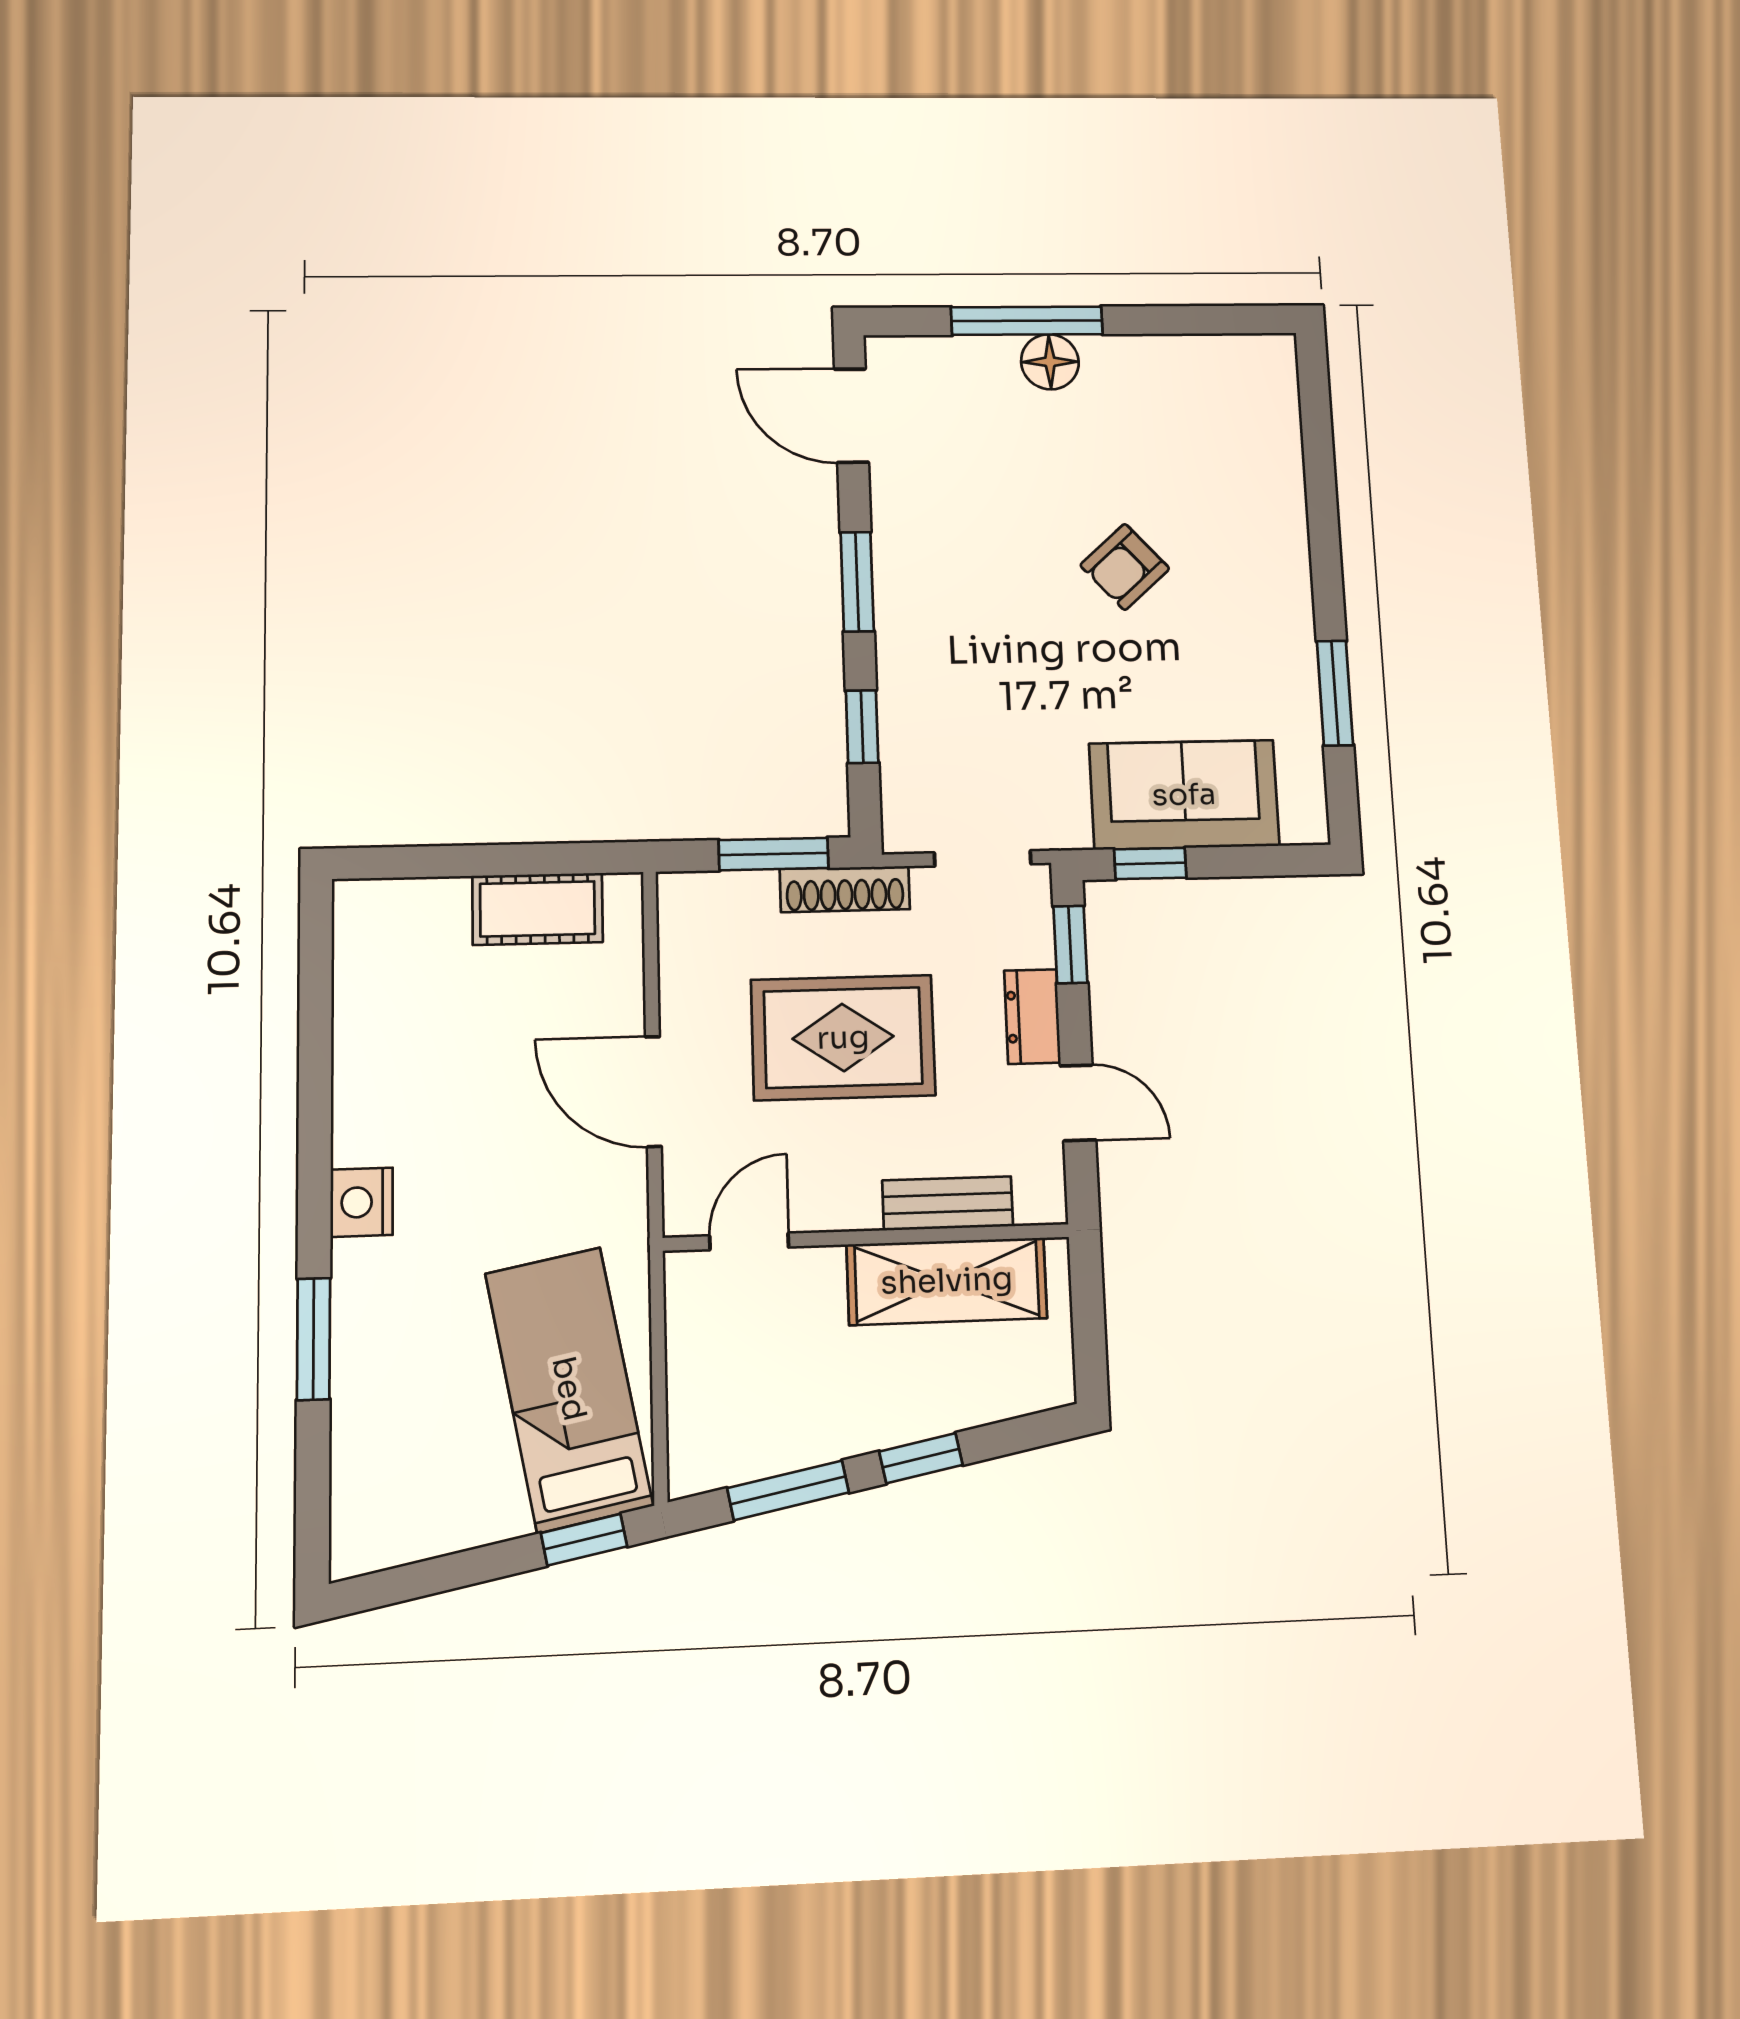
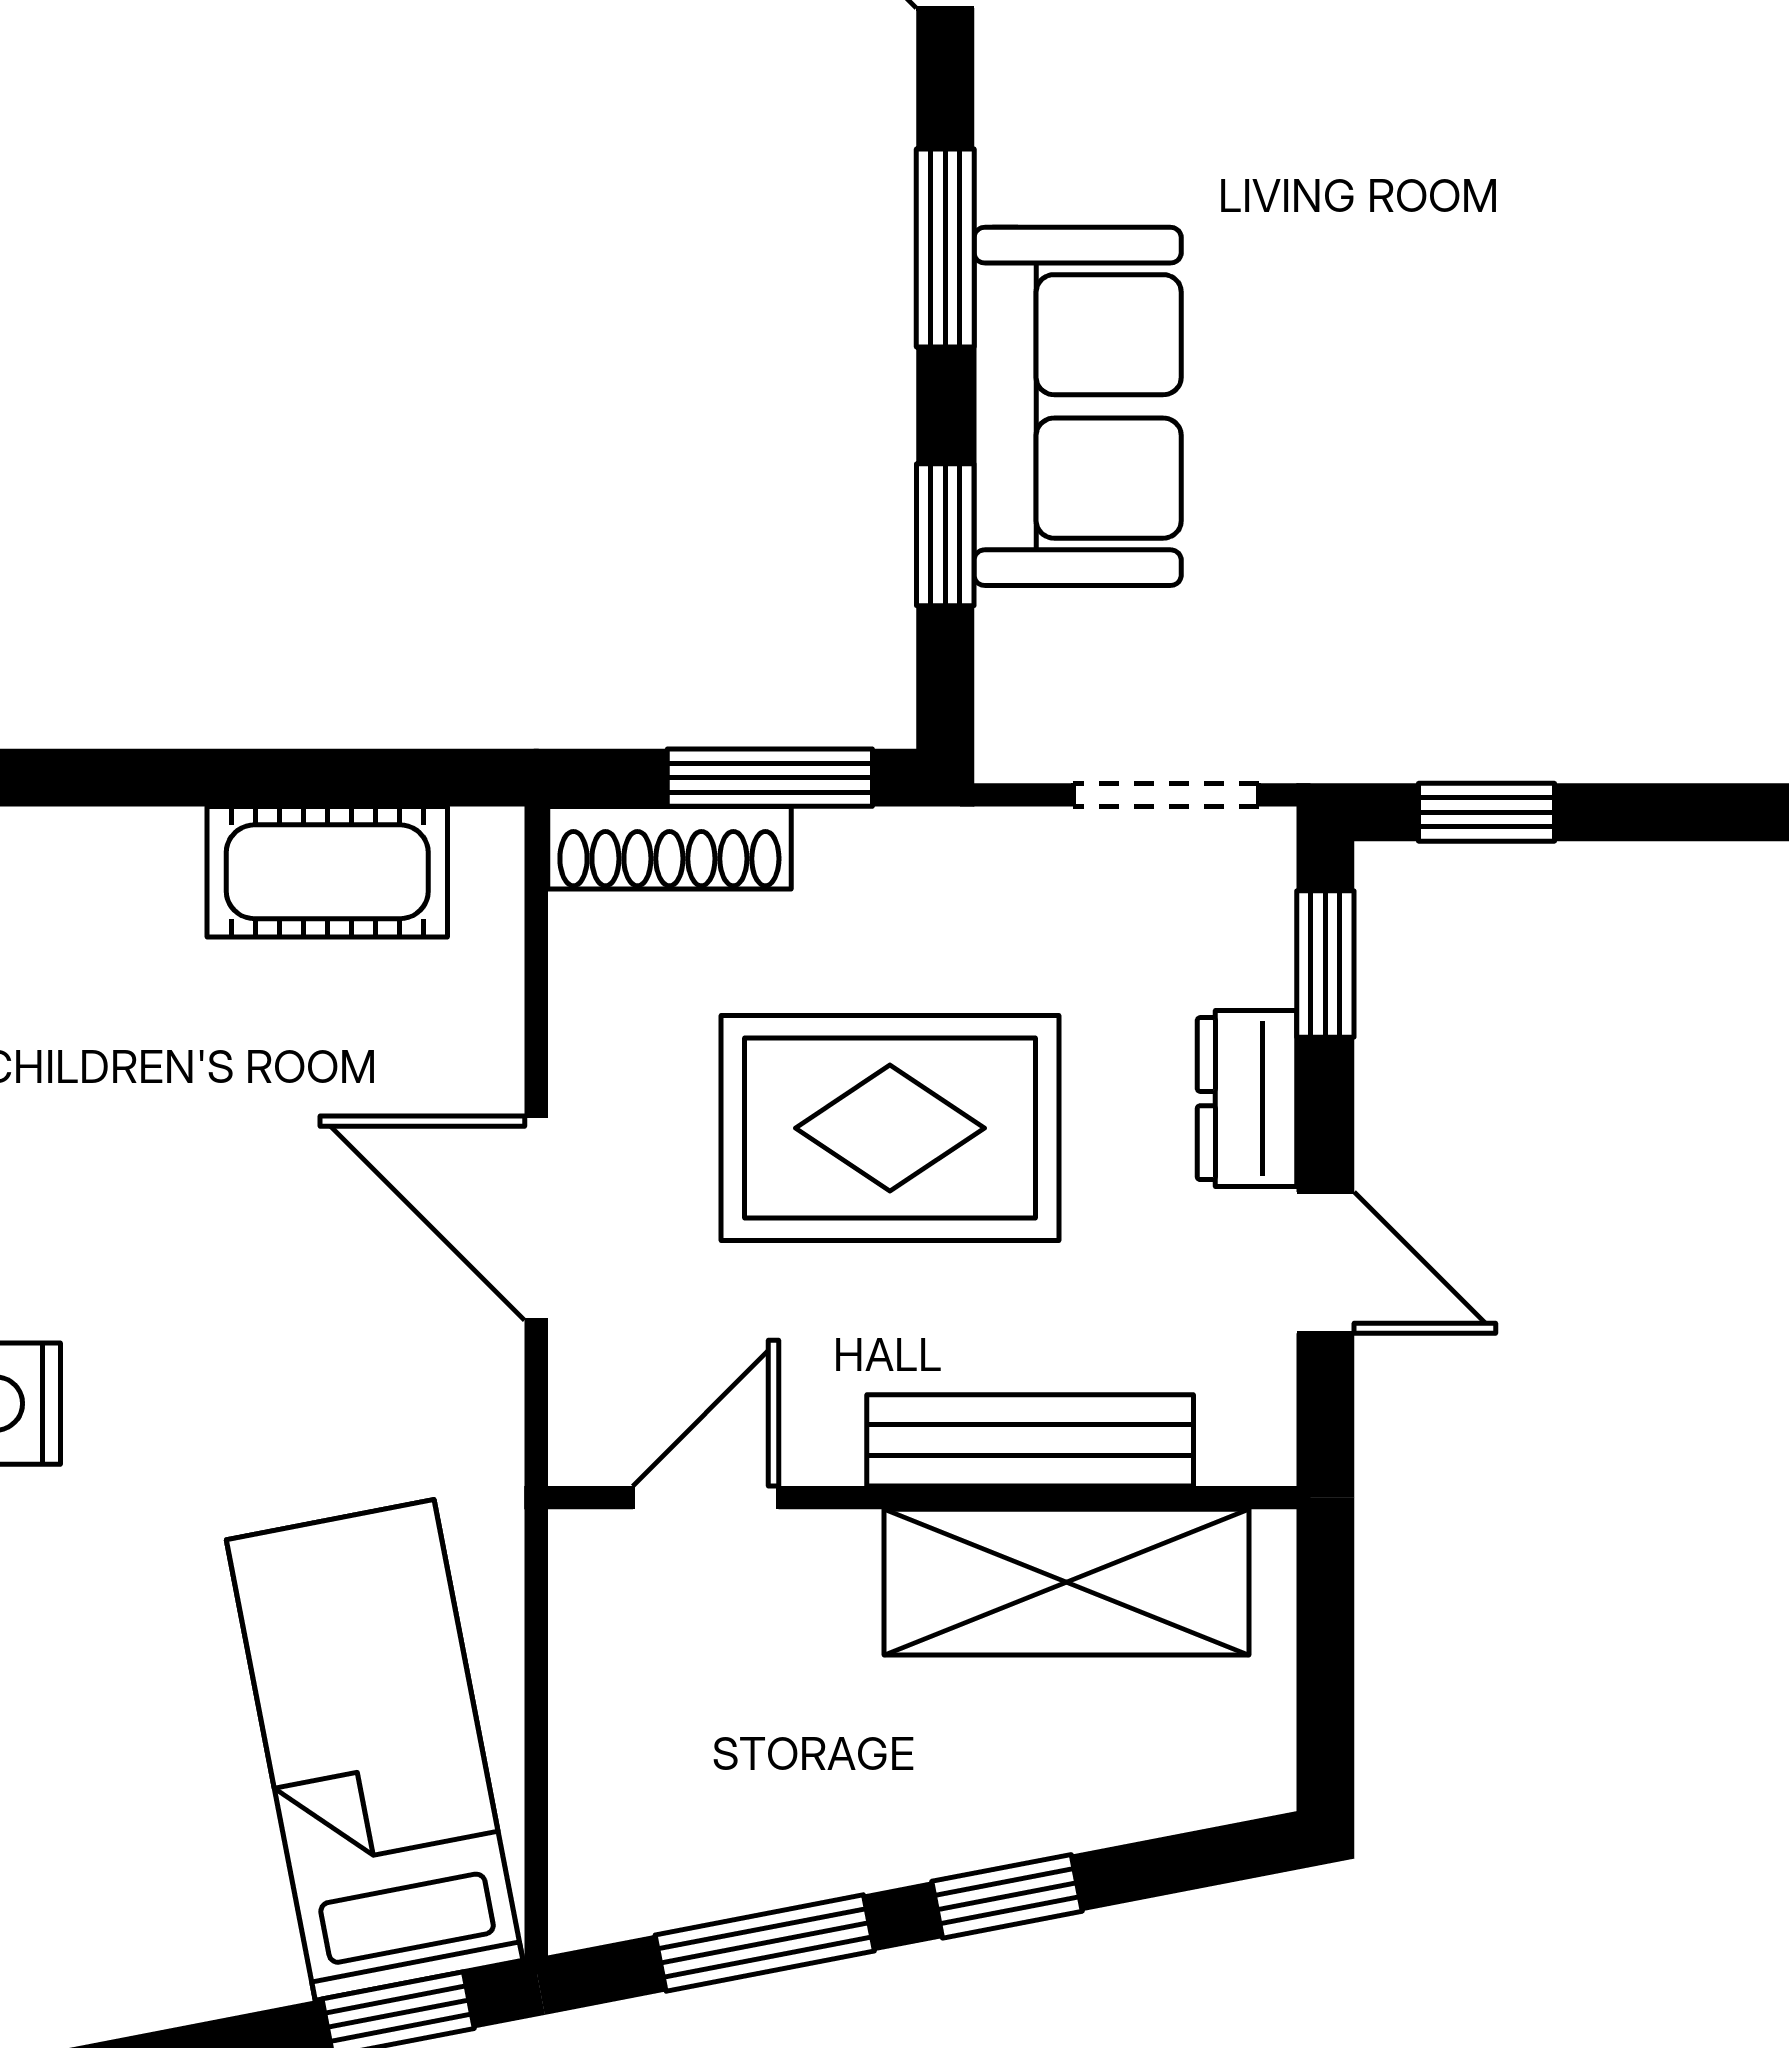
armchair: (1125, 567) -> (1468, 225), removed
sofa: (1184, 795) -> (1078, 406), moved, turned 90
shoe rack: (845, 889) -> (669, 848), moved
bench: (948, 1203) -> (1030, 1440), width x1.36

